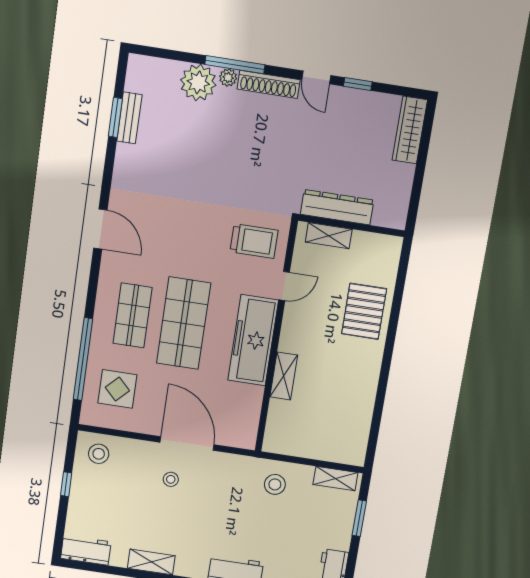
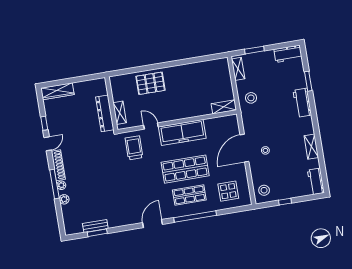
plant: (198, 83) -> (64, 199), width x0.53, depth x0.53
window: (83, 359) -> (195, 216), moved
shelving: (284, 376) -> (224, 107), moved

